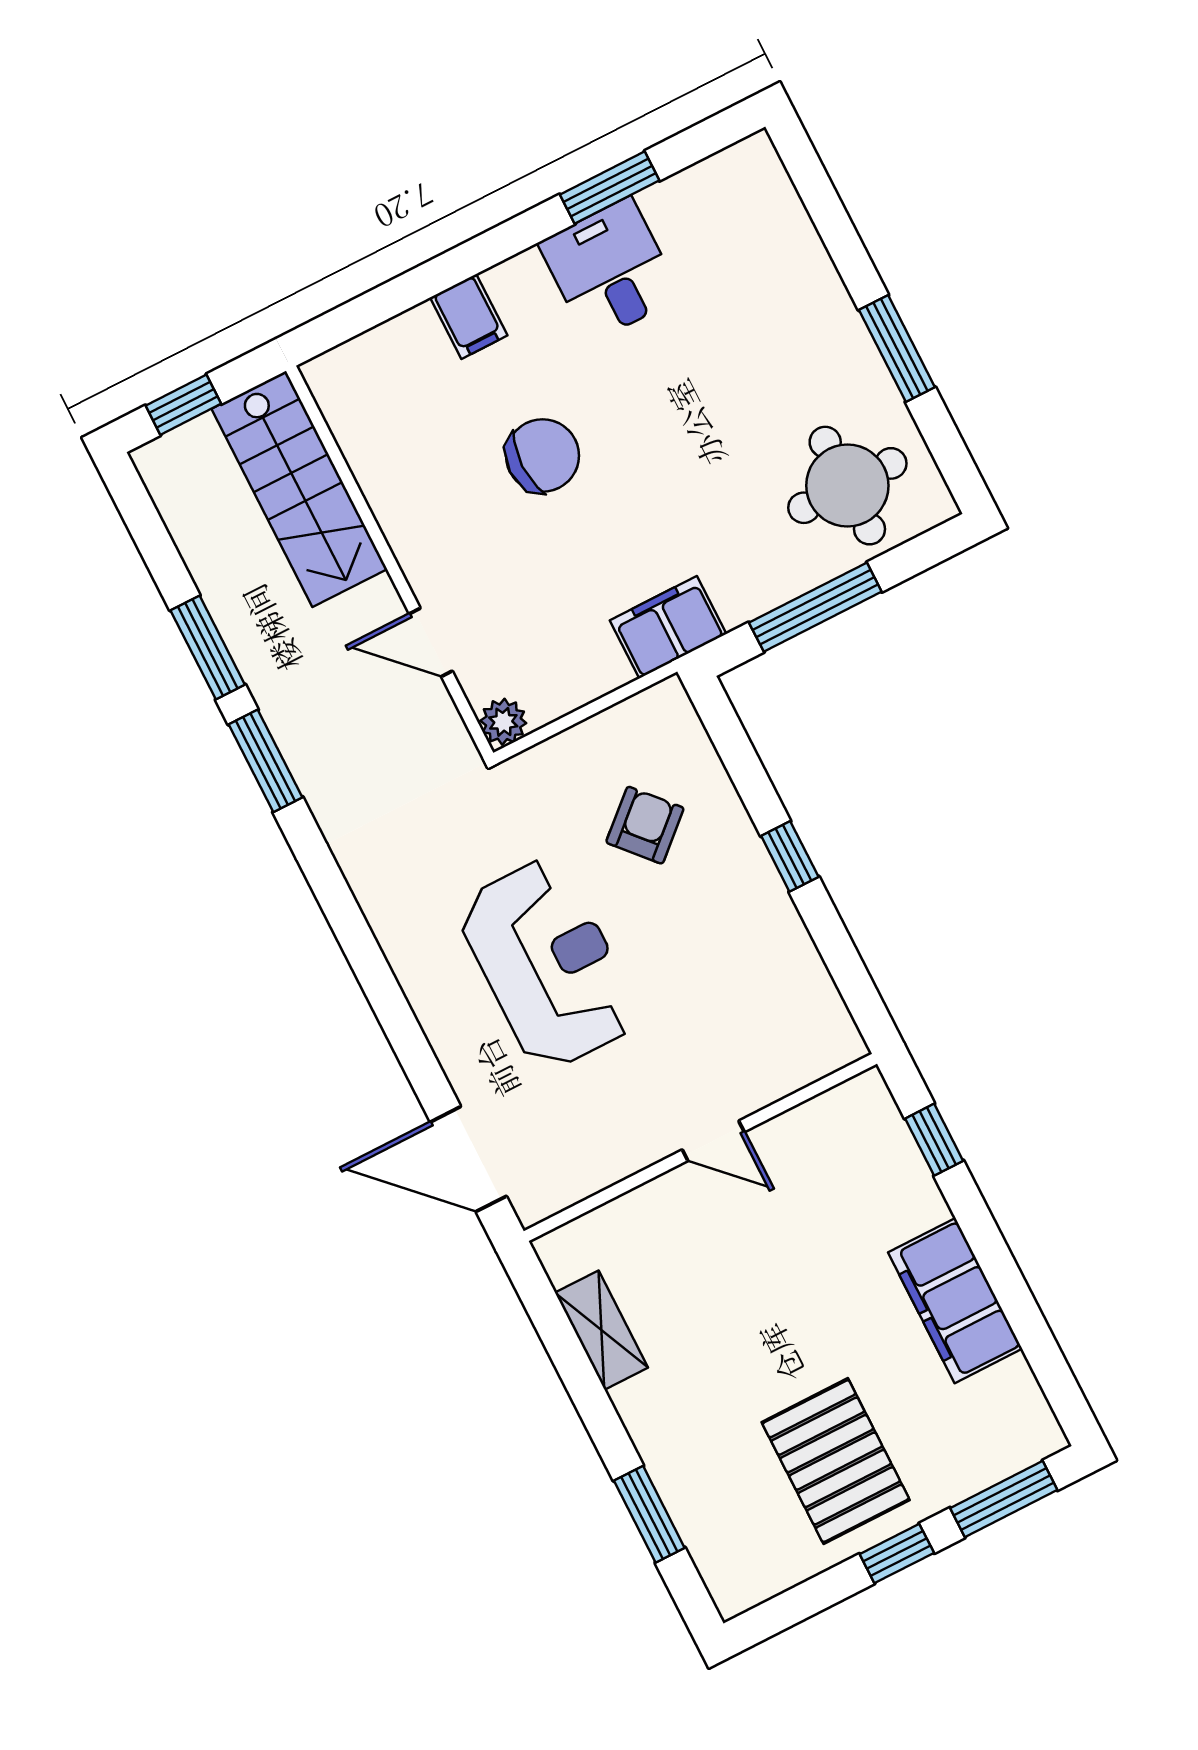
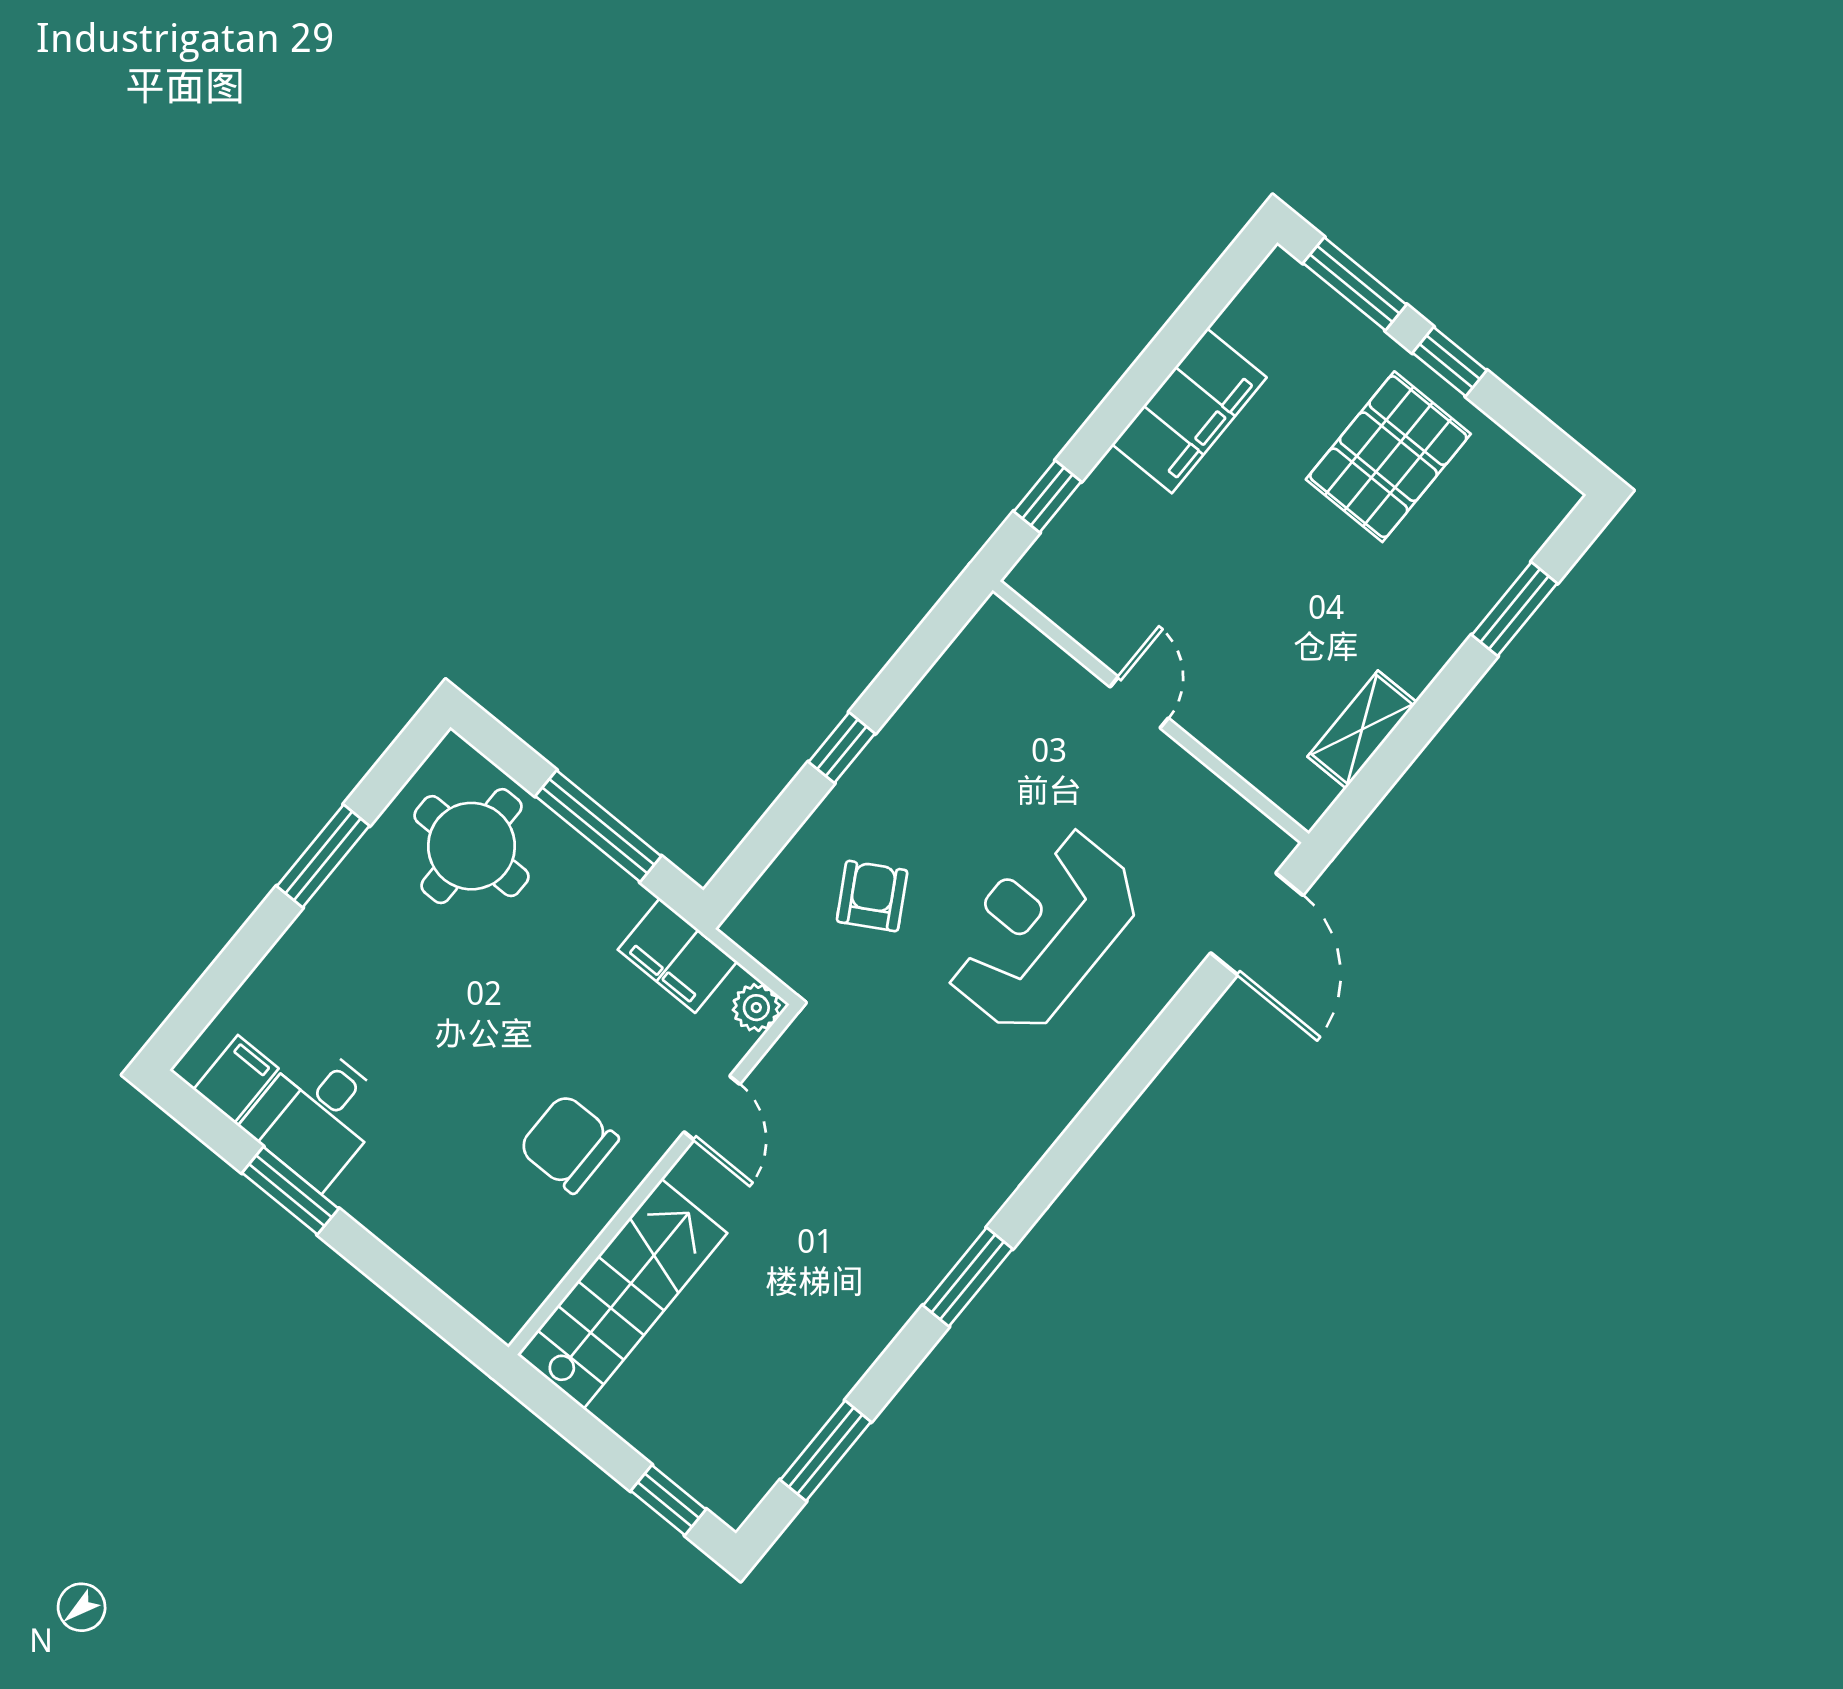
desk: (610, 270) -> (317, 1115), moved
filing cabinet: (469, 316) -> (236, 1079), moved
stairs: (299, 489) -> (622, 1294), moved
wall: (390, 562) -> (653, 1179), moved
door: (431, 642) -> (712, 1108), moved
window: (208, 647) -> (826, 1451), moved
plant: (503, 722) -> (756, 1008), moved
armchair: (645, 825) -> (872, 896), turned 102

